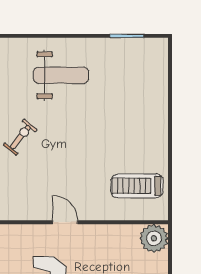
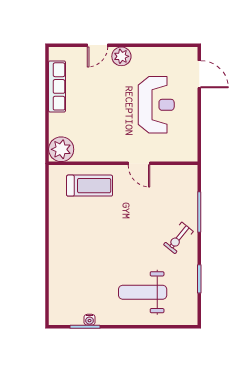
water cooler: (122, 44) -> (90, 320), added
treadmill: (137, 186) -> (90, 186), moved

